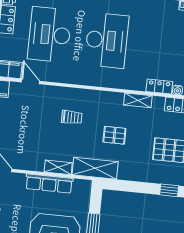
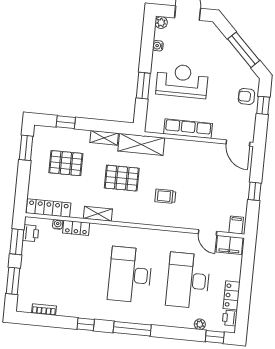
desk: (50, 35) -> (188, 280), turned 180
pallet: (114, 135) -> (122, 178), width x1.50, depth x1.42
shelving: (58, 167) -> (104, 138), moved

